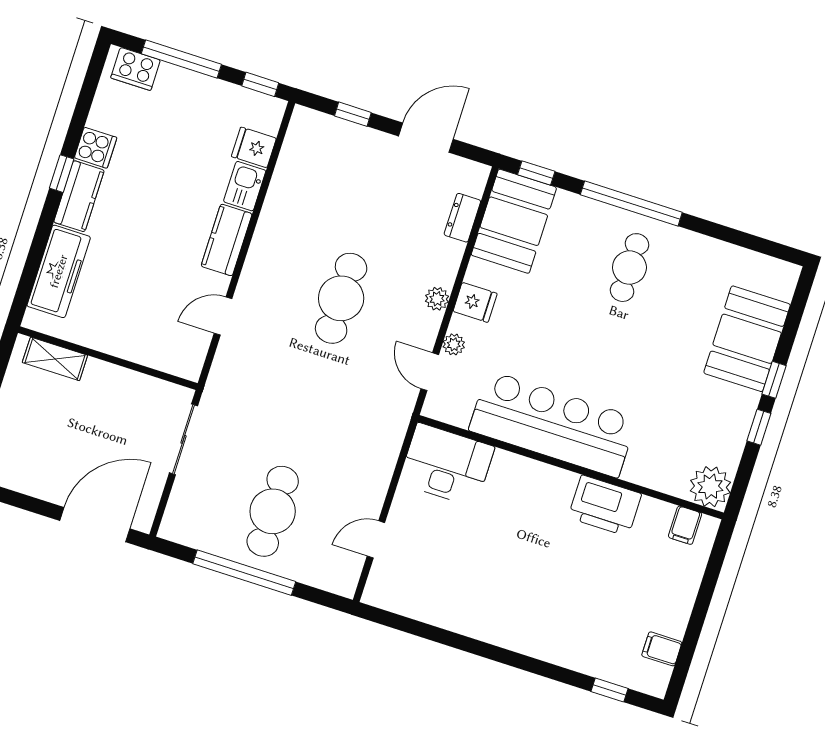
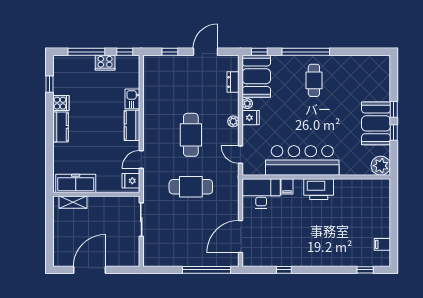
cooker: (136, 69) -> (105, 63), moved
fridge: (254, 147) -> (131, 181), moved
window: (62, 174) -> (50, 84), moved
freezer: (59, 271) -> (76, 183), moved, turned -90
booth: (747, 339) -> (376, 123), moved
plant: (454, 344) -> (247, 104), moved
printer: (605, 506) -> (319, 189), moved
cafe table: (273, 511) -> (191, 187), moved, turned 90
door: (95, 525) -> (89, 270), moved
filing cabinet: (685, 525) -> (287, 186), moved
door: (376, 539) -> (240, 236), width x1.87
window: (244, 573) -> (207, 270), moved
window: (443, 636) -> (284, 270), added

